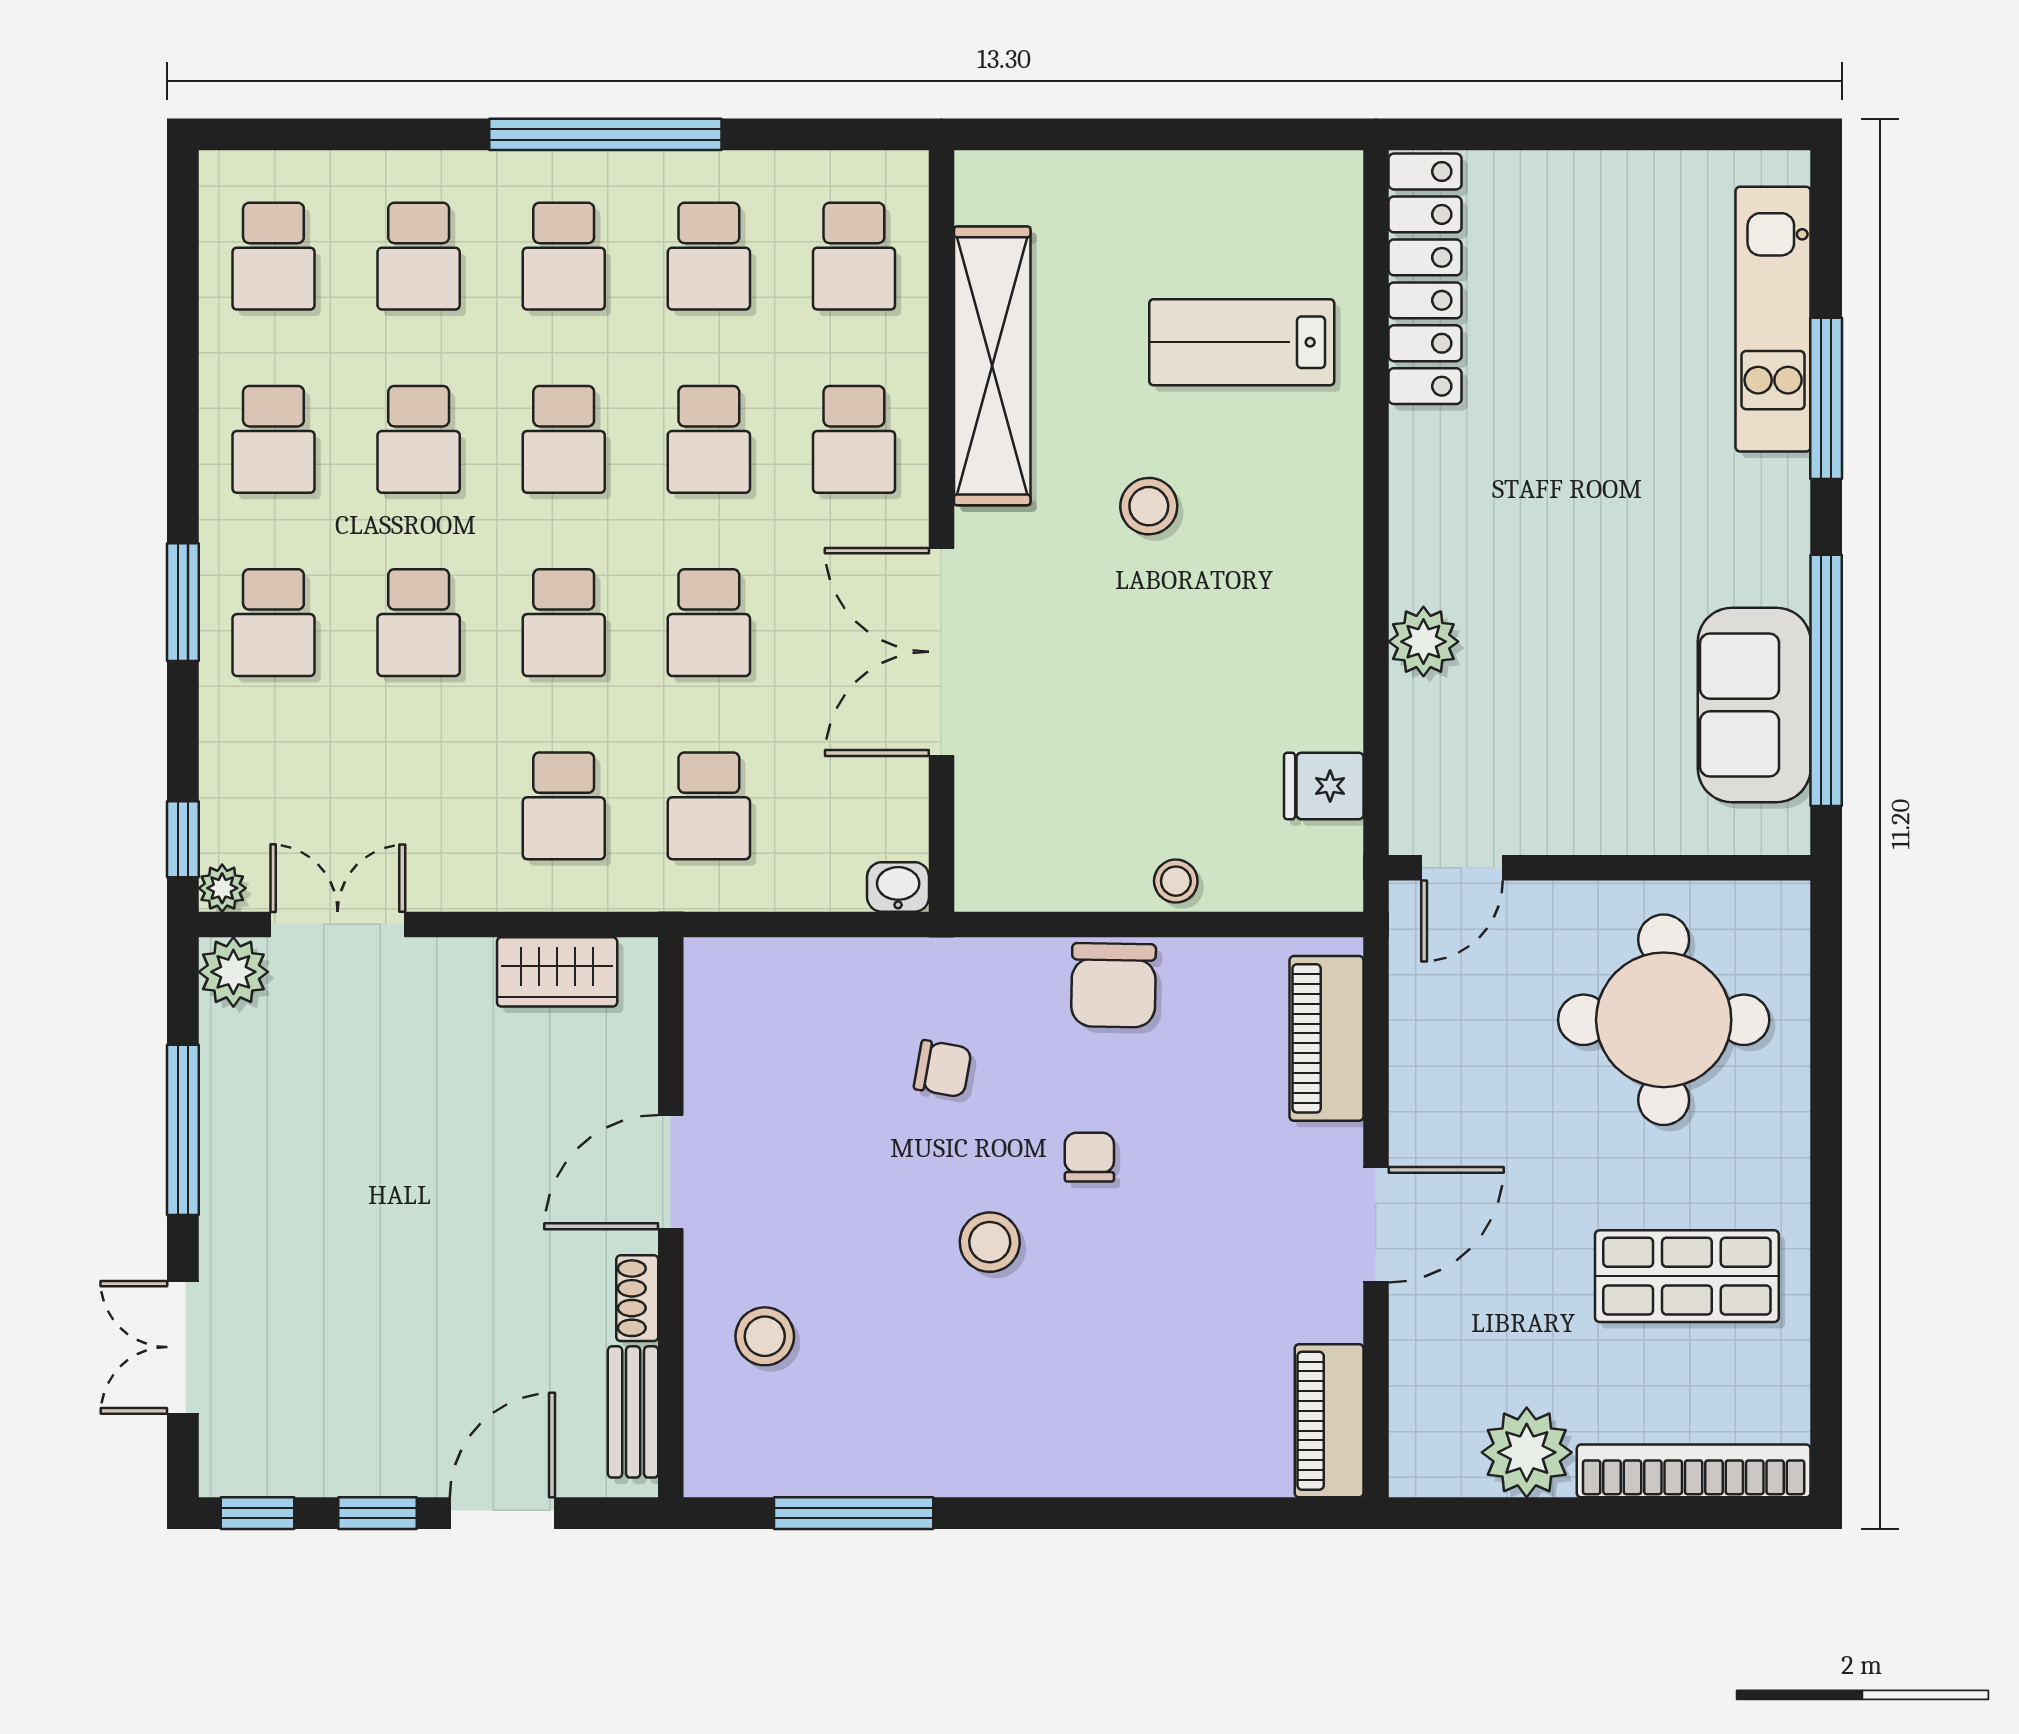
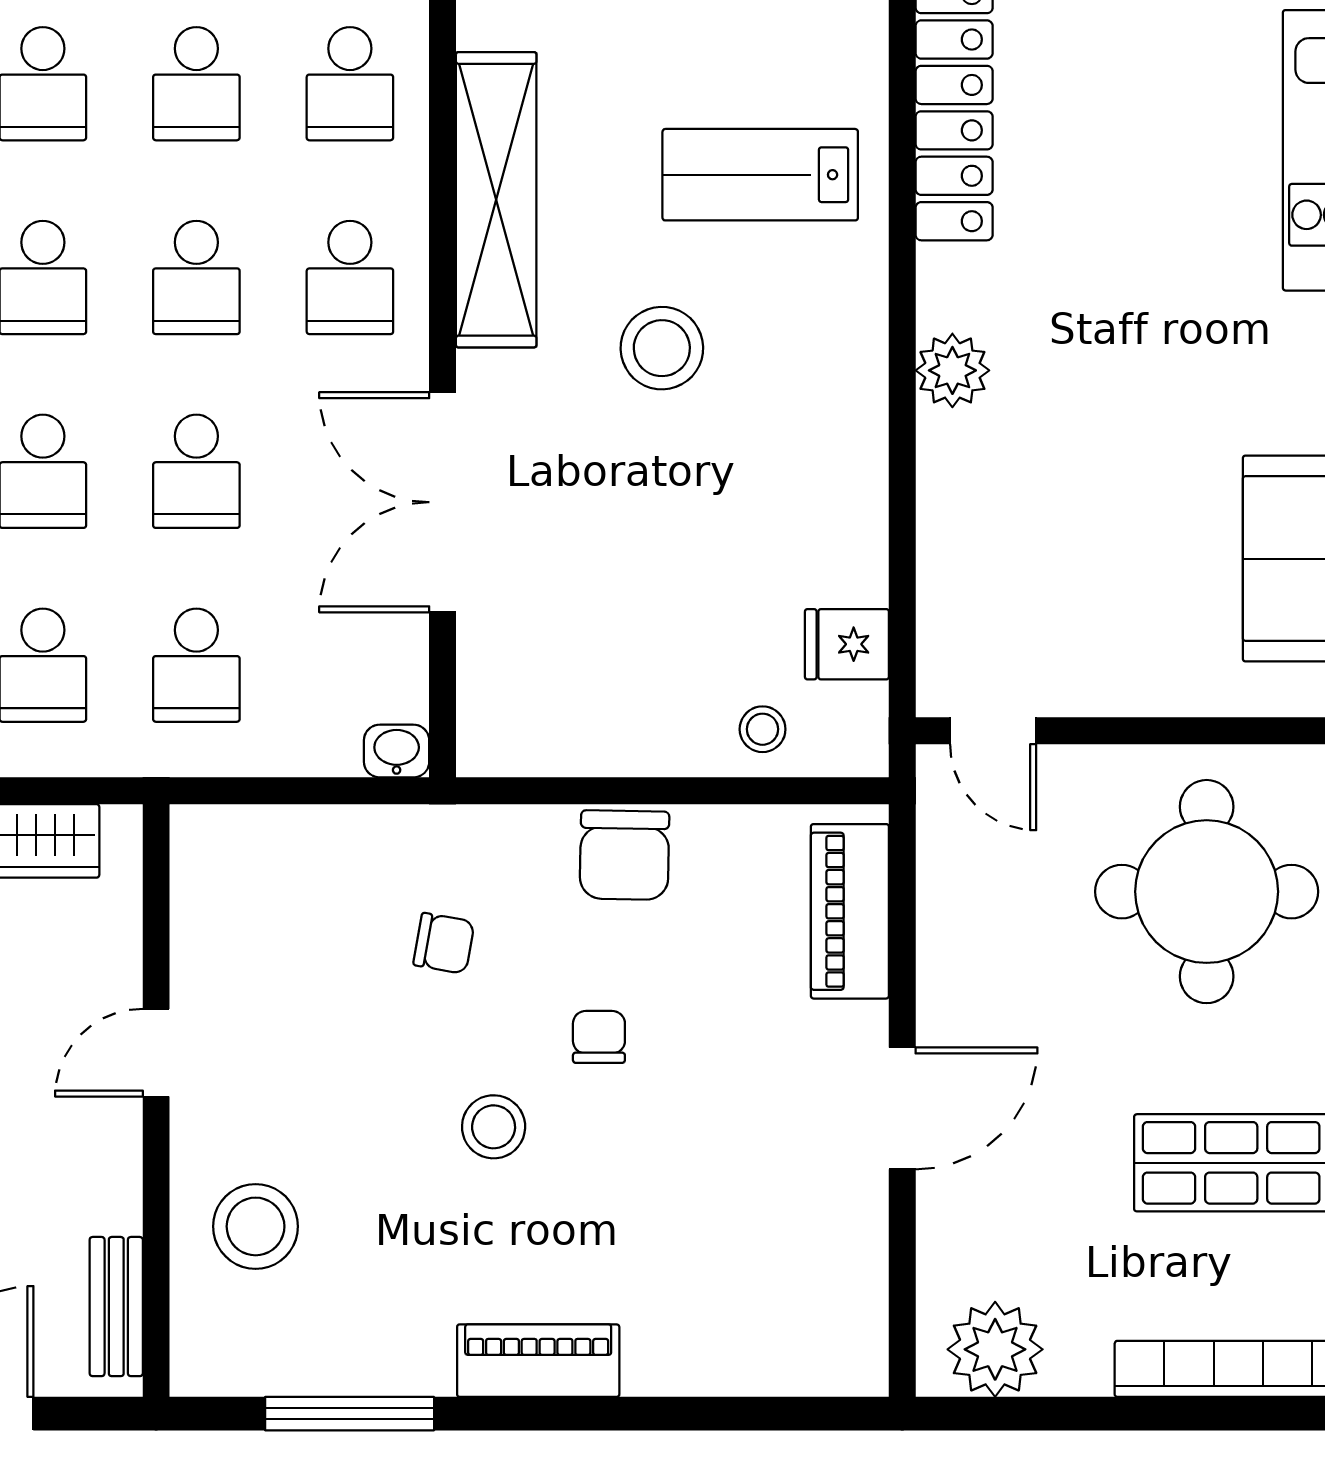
stool: (1149, 506) -> (662, 348), width x1.38, depth x1.38
plant: (1423, 642) -> (952, 370), moved
door: (1462, 868) -> (993, 731), hinge flipped
stool: (1176, 881) -> (763, 729), moved
door: (671, 1172) -> (156, 1053), width x0.73
shoe rack: (637, 1298) -> (121, 1186), removed
stool: (765, 1336) -> (256, 1226), width x1.38, depth x1.38
piano: (1329, 1421) -> (538, 1361), moved, turned 90
plant: (1527, 1452) -> (995, 1349), moved

